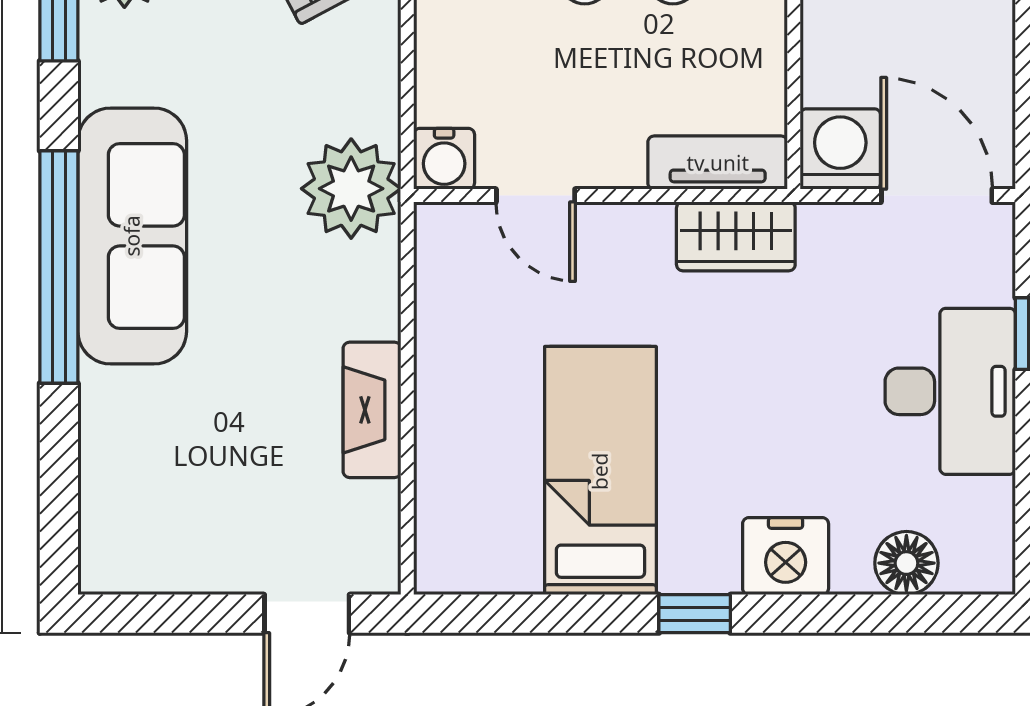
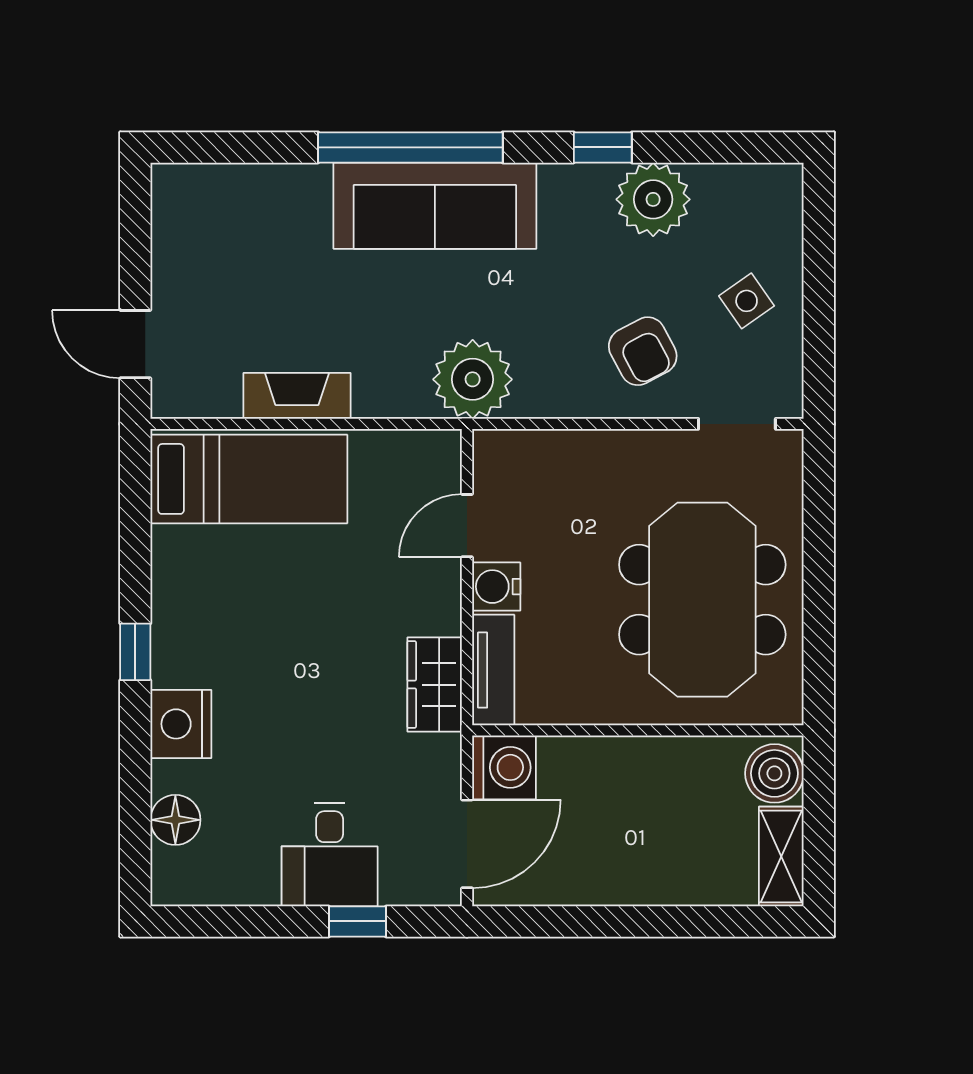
water cooler: (444, 159) -> (496, 587), moved
desk: (950, 391) -> (330, 855), width x0.73
bed: (600, 471) -> (249, 479), moved

